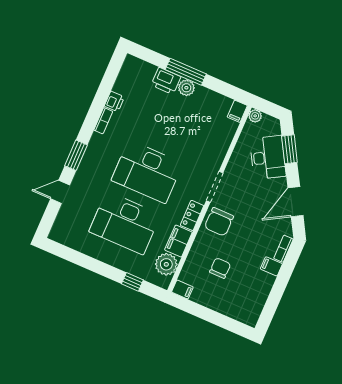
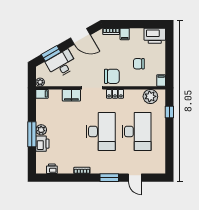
printer: (114, 101) -> (52, 169), moved
filing cabinet: (178, 241) -> (71, 95), moved
printer: (250, 308) -> (155, 36), added

